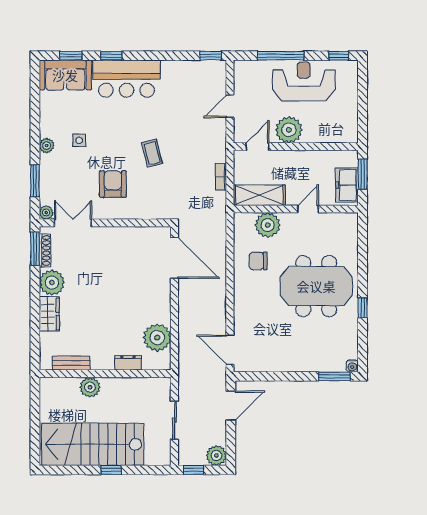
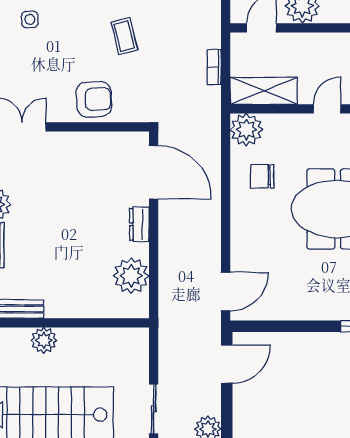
armchair: (113, 184) -> (94, 99), moved, turned 87
plant: (268, 225) -> (246, 130), moved
door: (230, 350) -> (226, 292), swing flipped
dresser: (128, 363) -> (139, 224), moved, turned -90
sliding door: (174, 420) -> (154, 409), moved

